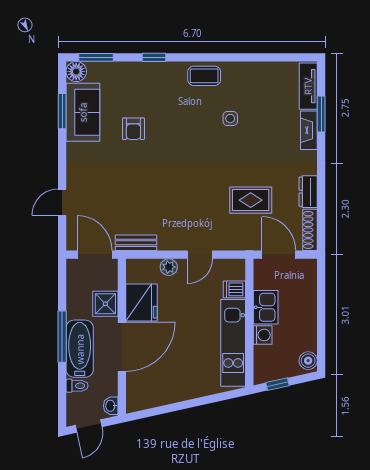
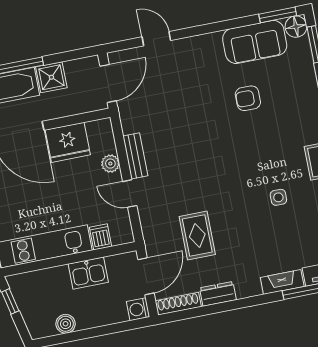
window: (62, 111) -> (278, 15), moved
bench: (136, 243) -> (135, 156), moved
shower: (105, 304) -> (51, 77), moved
washing machine: (263, 335) -> (138, 309), moved, turned 90
boiler: (308, 361) -> (66, 324), moved

